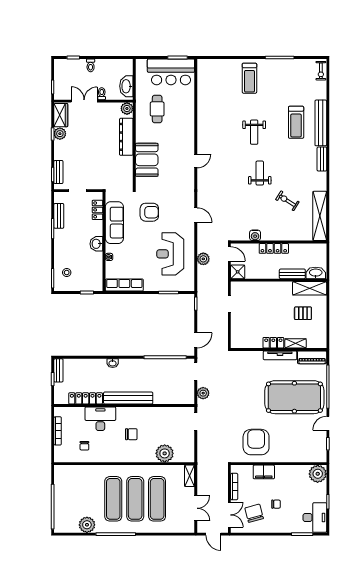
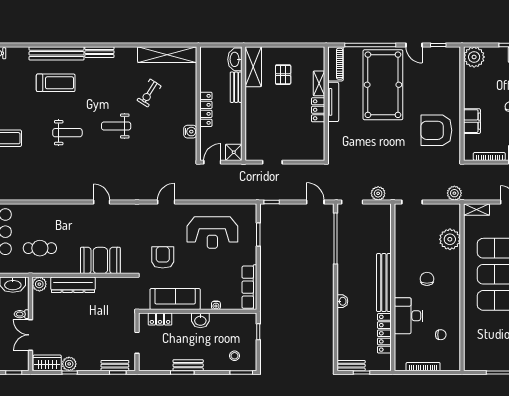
bench: (59, 216) -> (188, 365), moved
plant: (203, 259) -> (454, 193), moved

